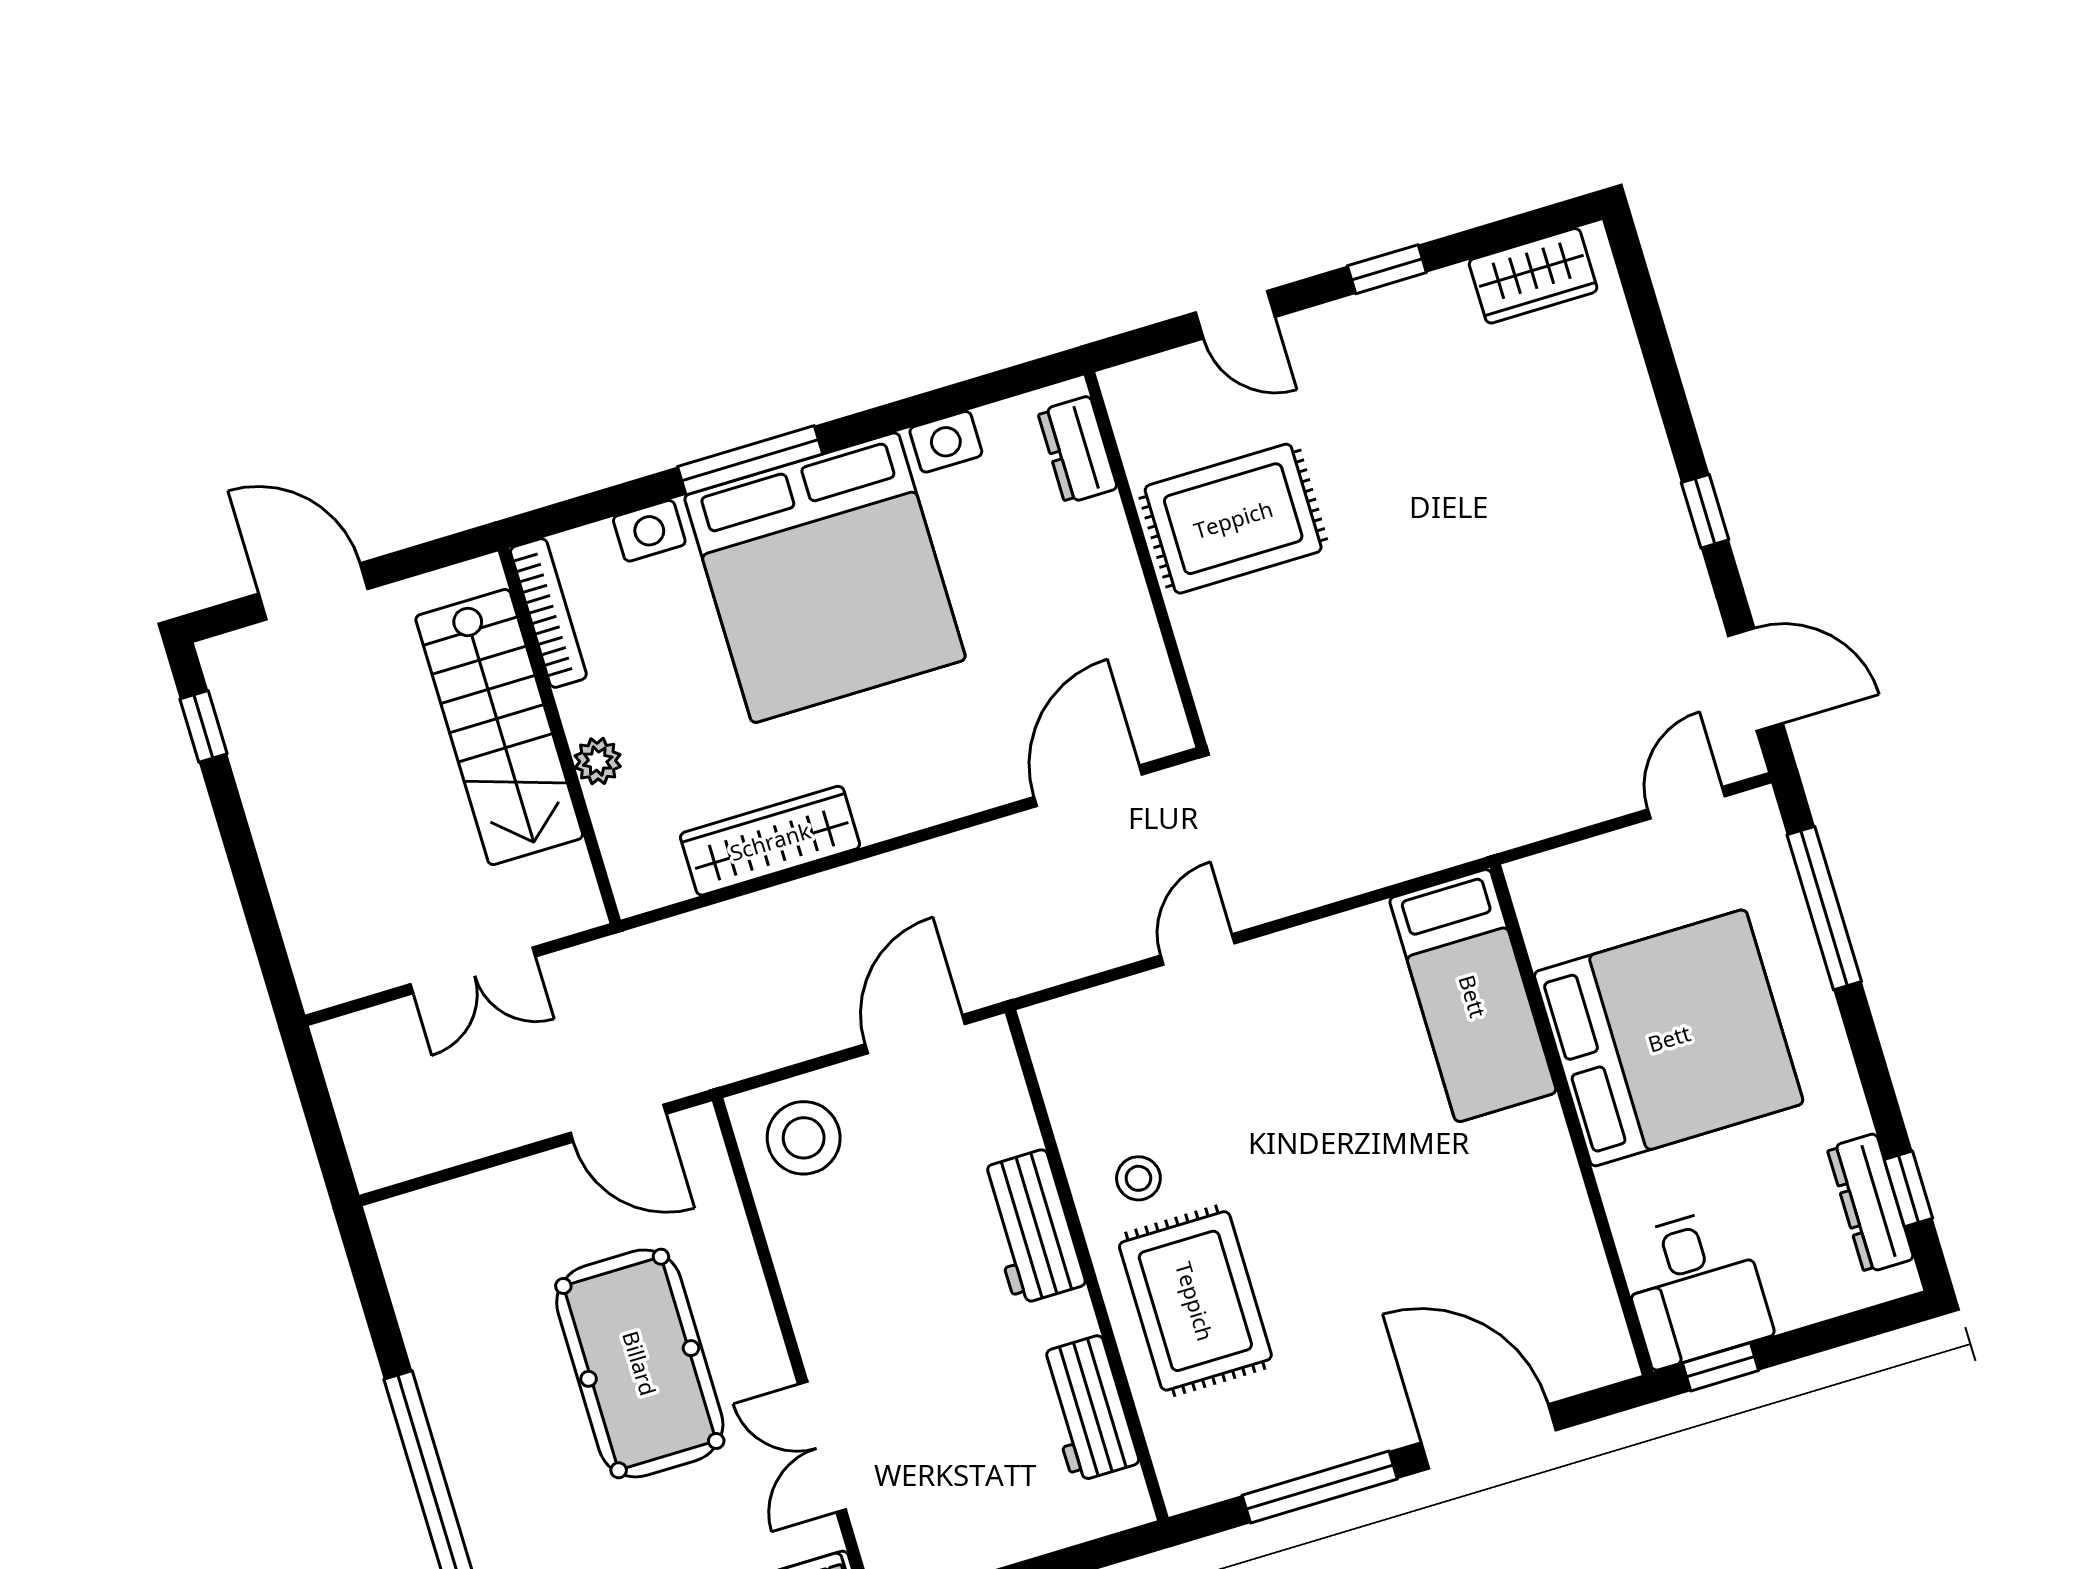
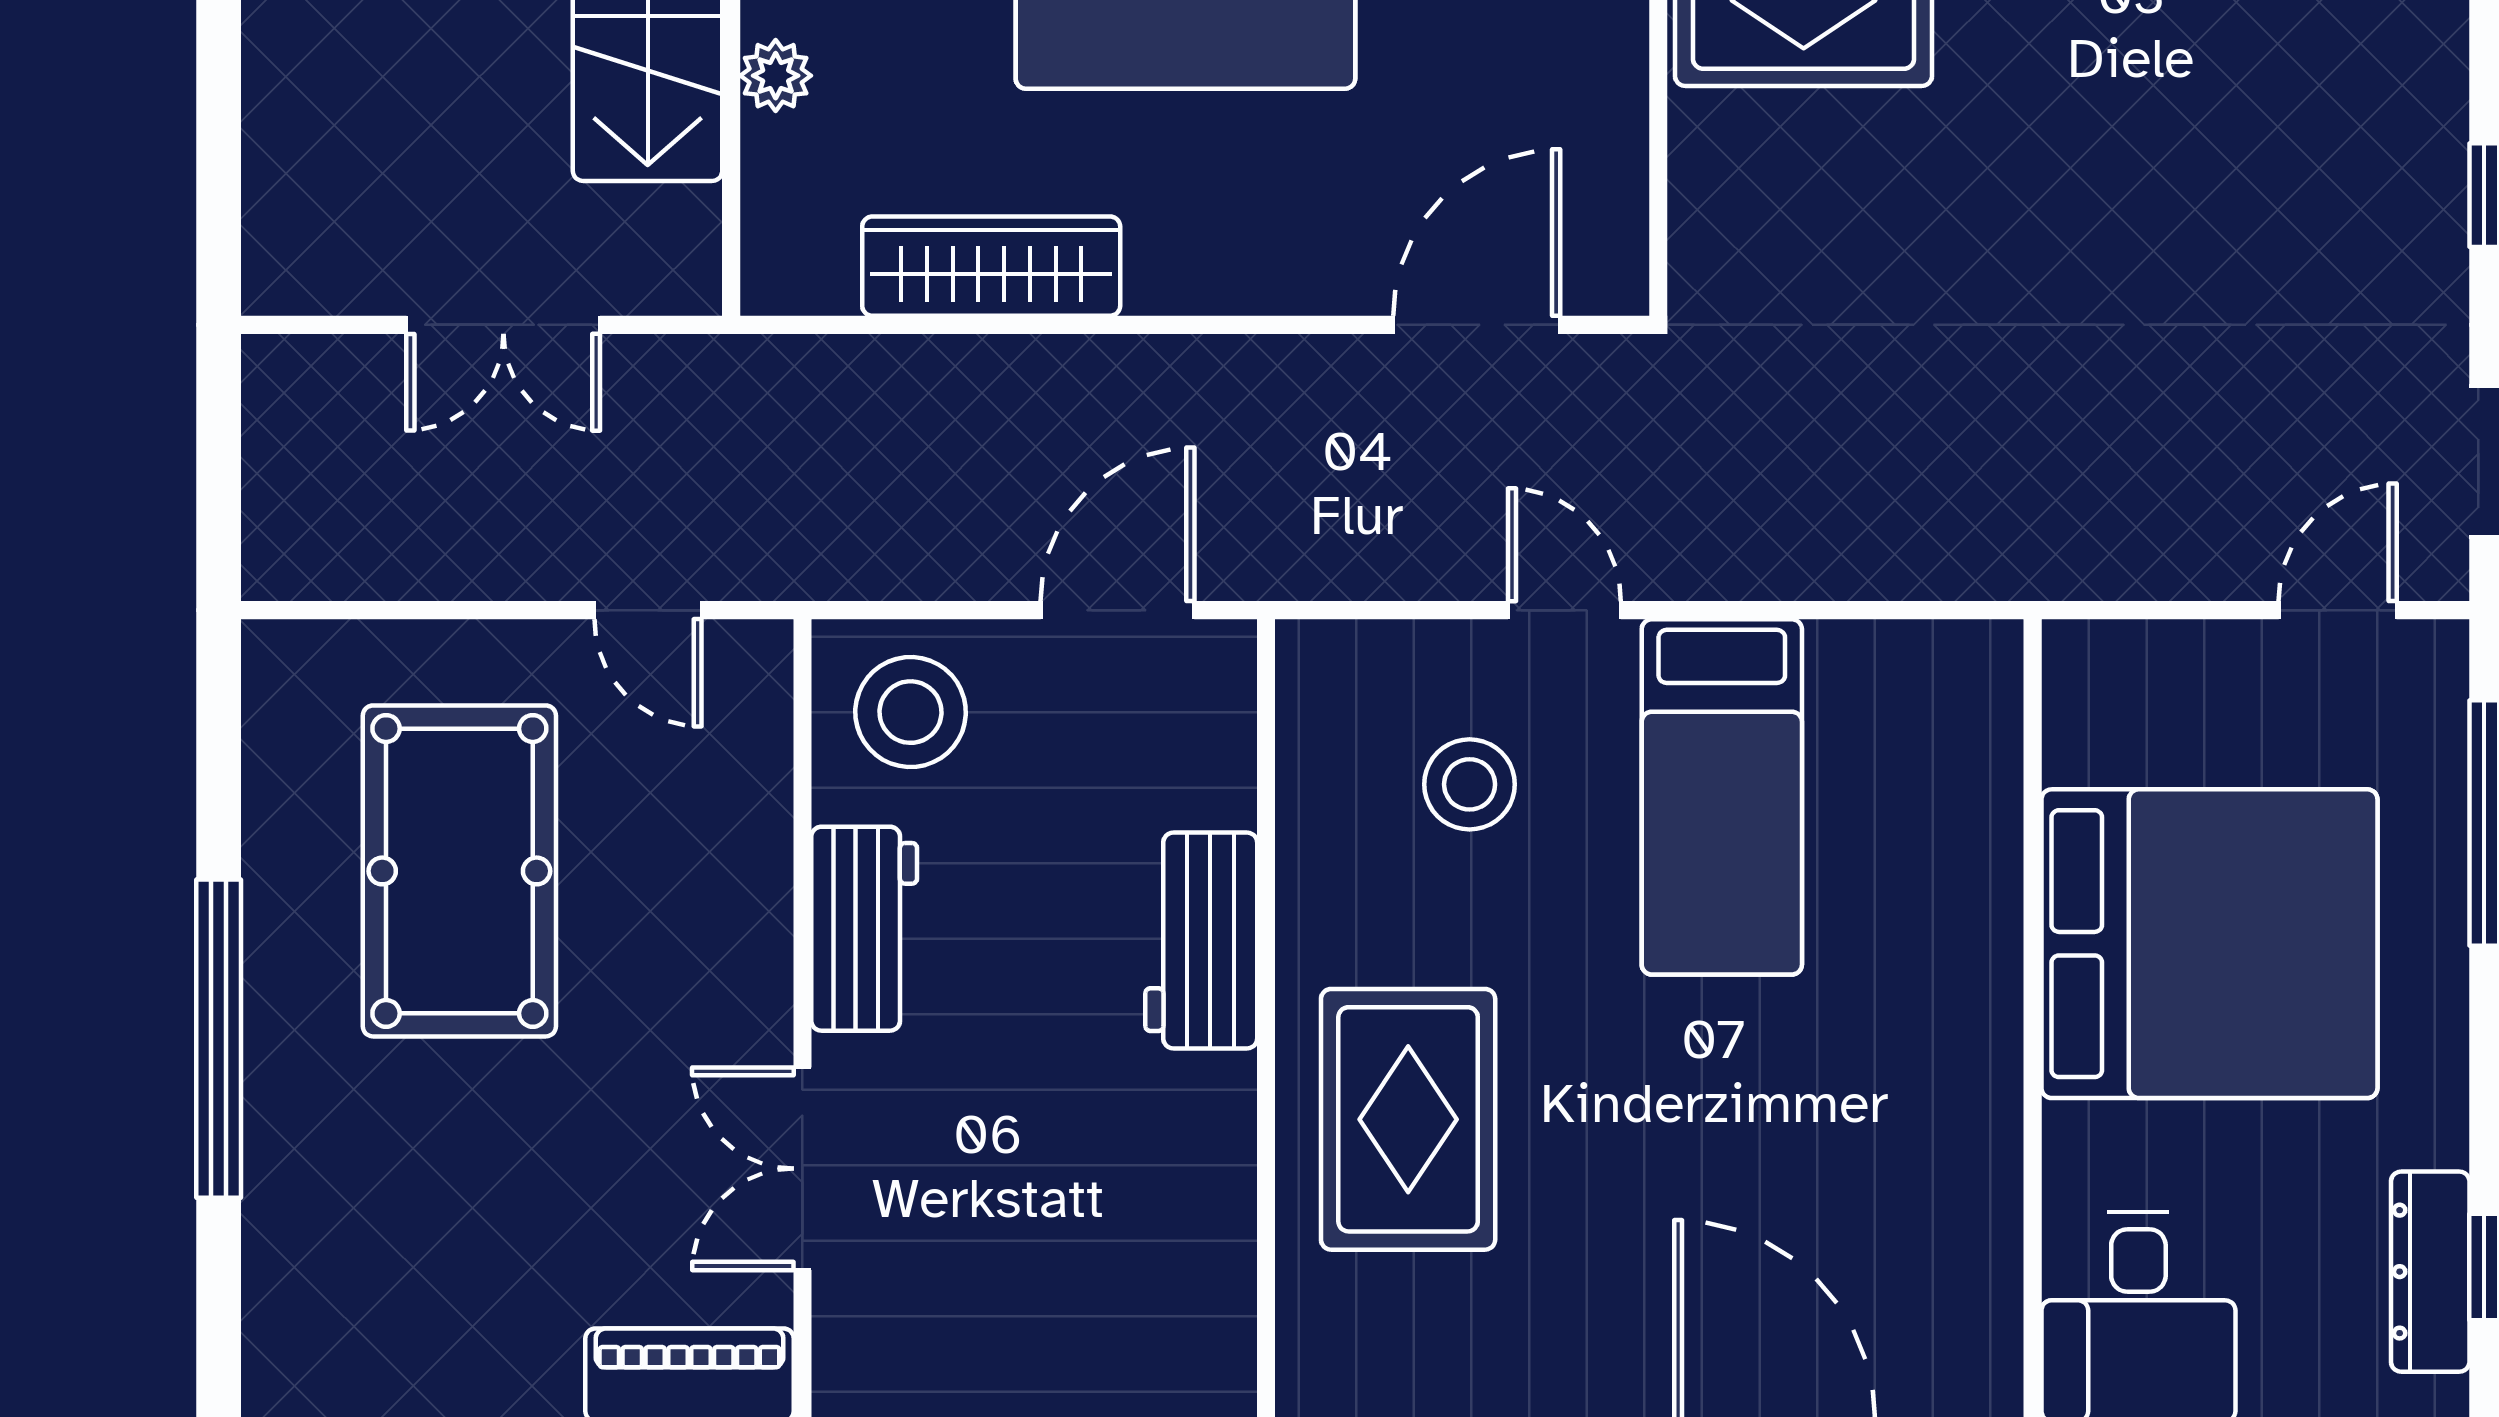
door: (1198, 949) -> (1564, 610), hinge flipped
bed: (1473, 996) -> (1722, 797), moved
door: (618, 1123) -> (648, 610), width x0.73
stool: (1138, 1178) -> (1470, 784), moved, width x1.37, depth x1.37
pool table: (640, 1363) -> (459, 871), moved
workbench: (1087, 1409) -> (864, 929), moved, turned 180

